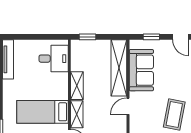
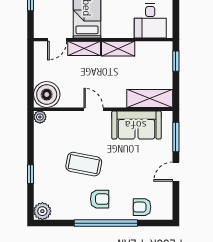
window: (151, 37) -> (176, 137), width x1.50
shelving: (119, 68) -> (150, 98), width x0.68

